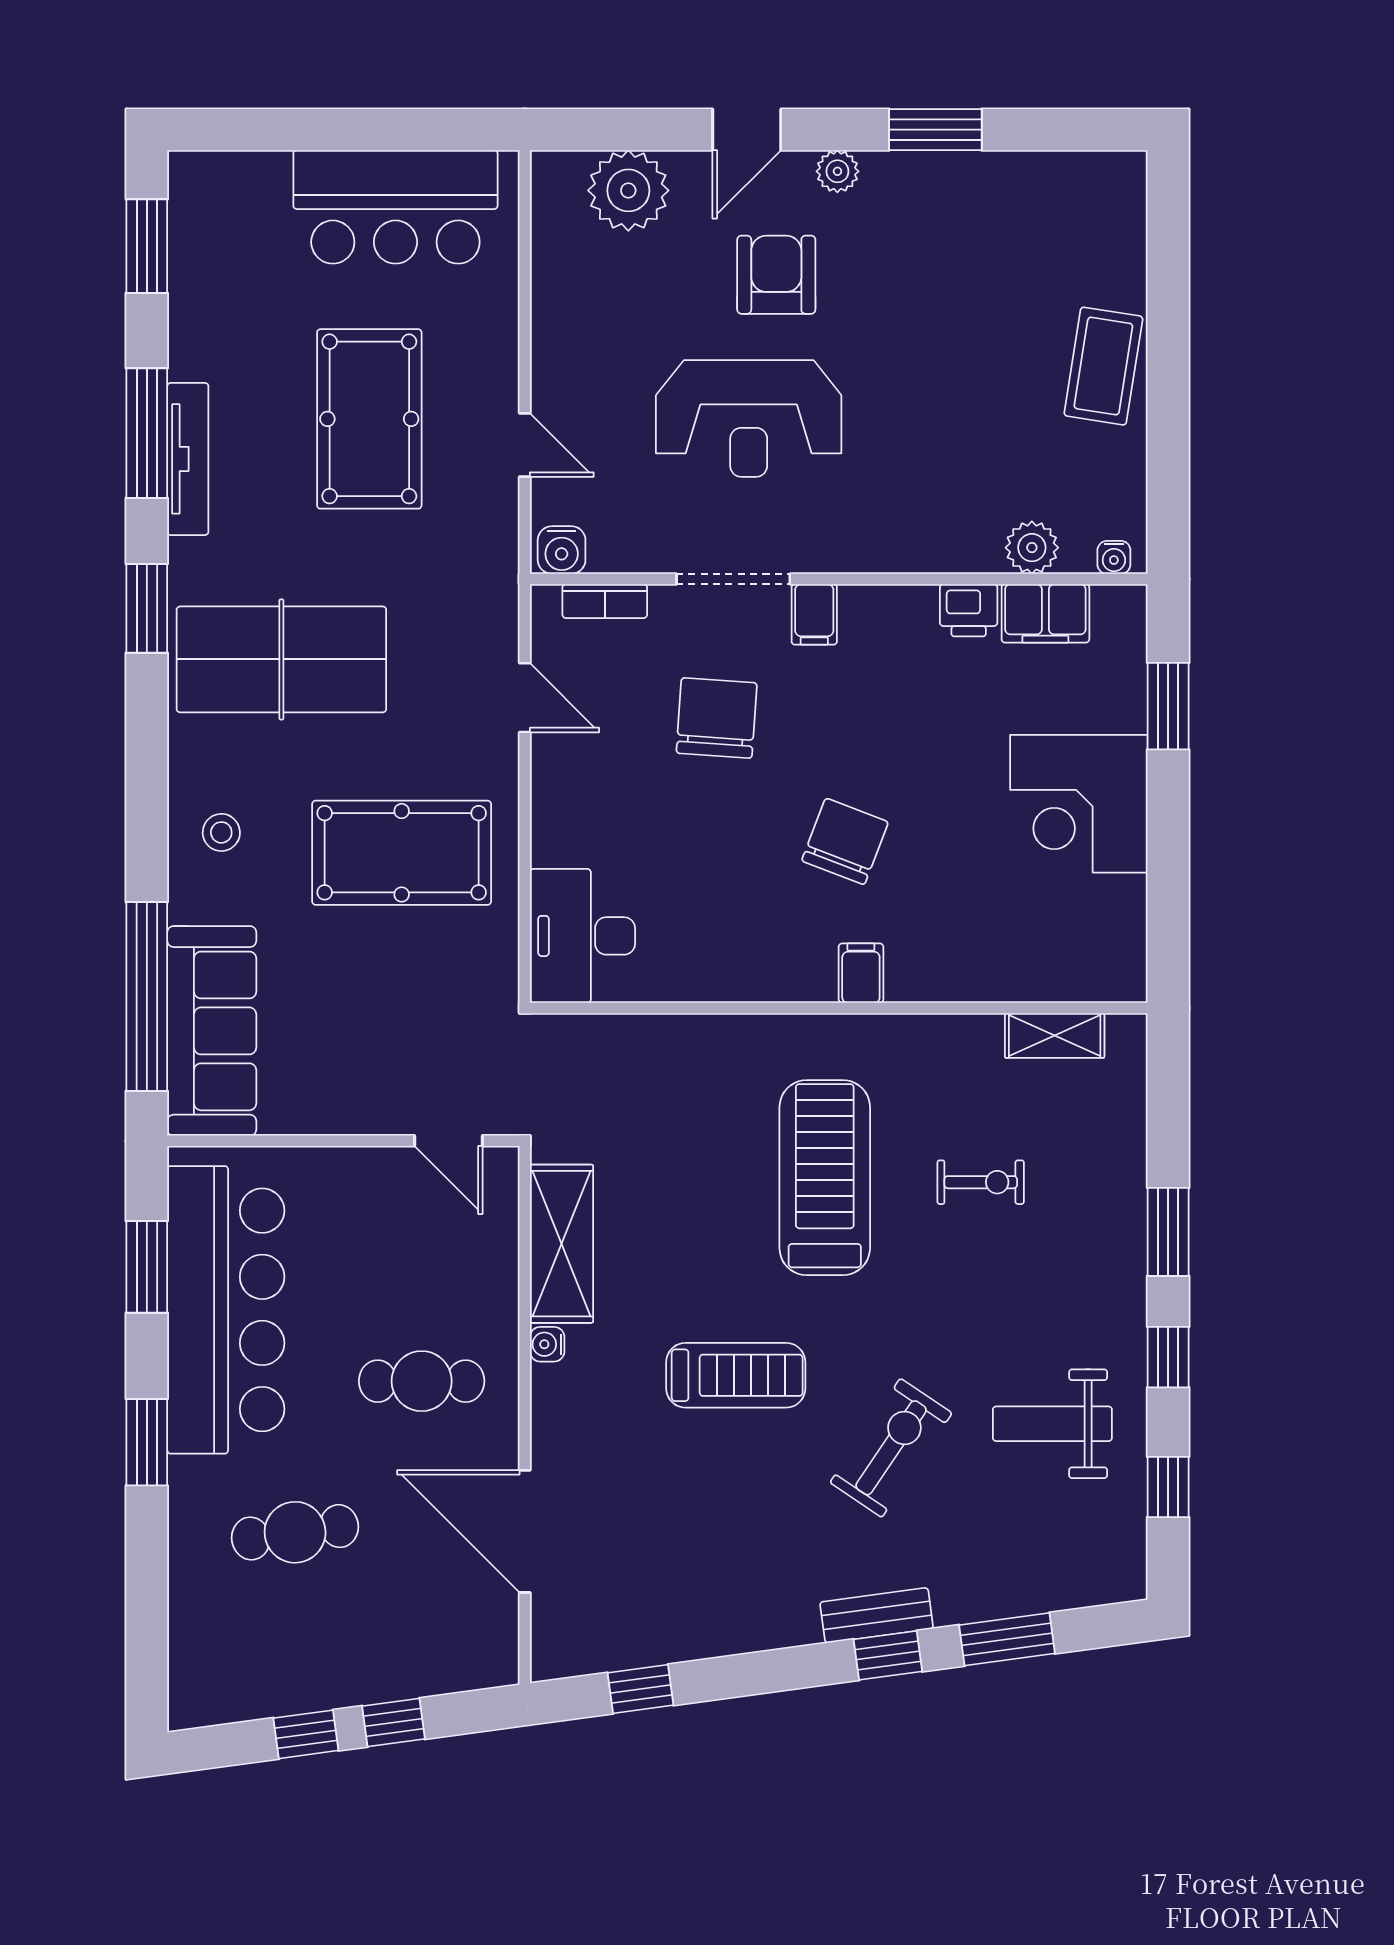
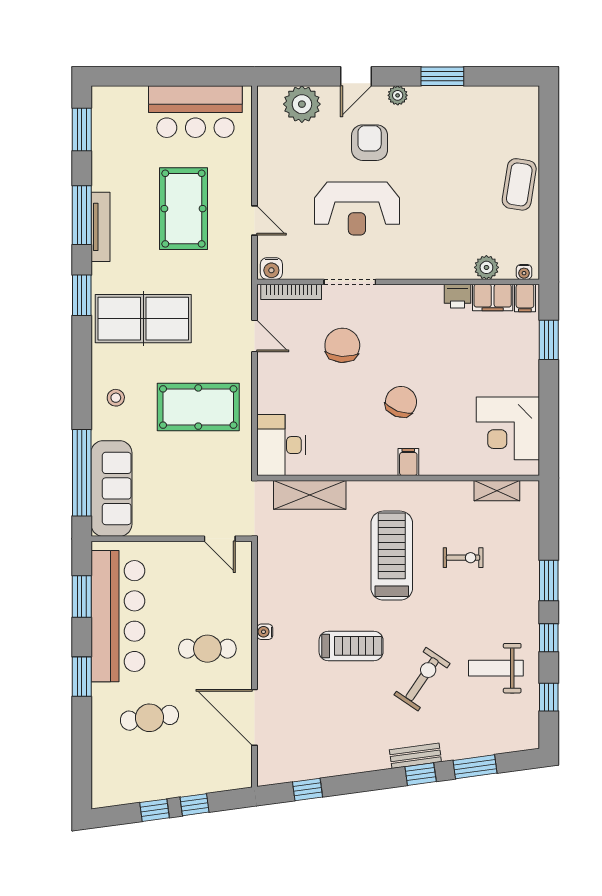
bookcase: (605, 601) -> (291, 292), width x1.56
filing cabinet: (814, 614) -> (525, 298), moved
corner desk: (1079, 804) -> (508, 428), moved
shelving: (561, 1244) -> (310, 495), moved, turned 90

